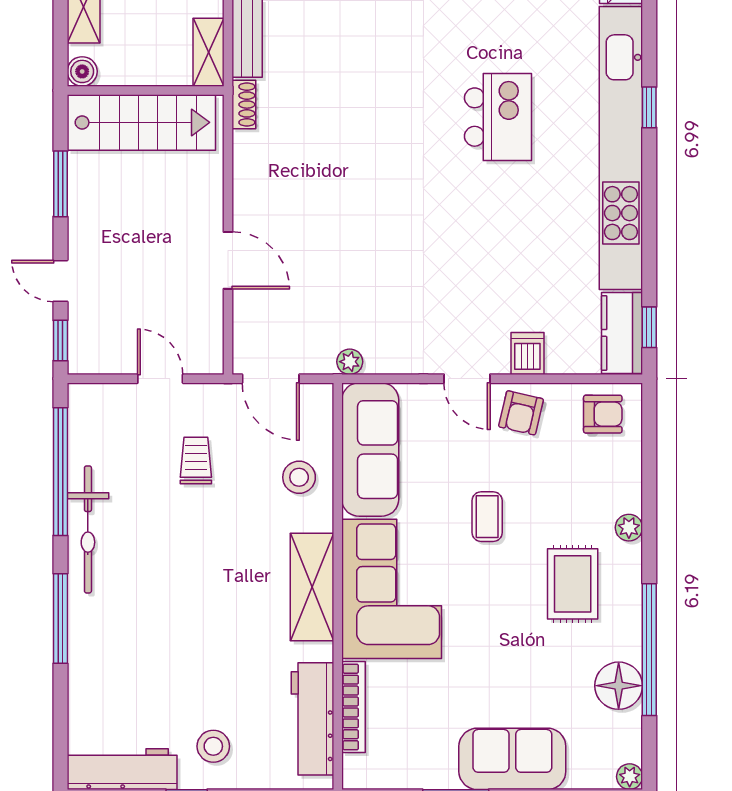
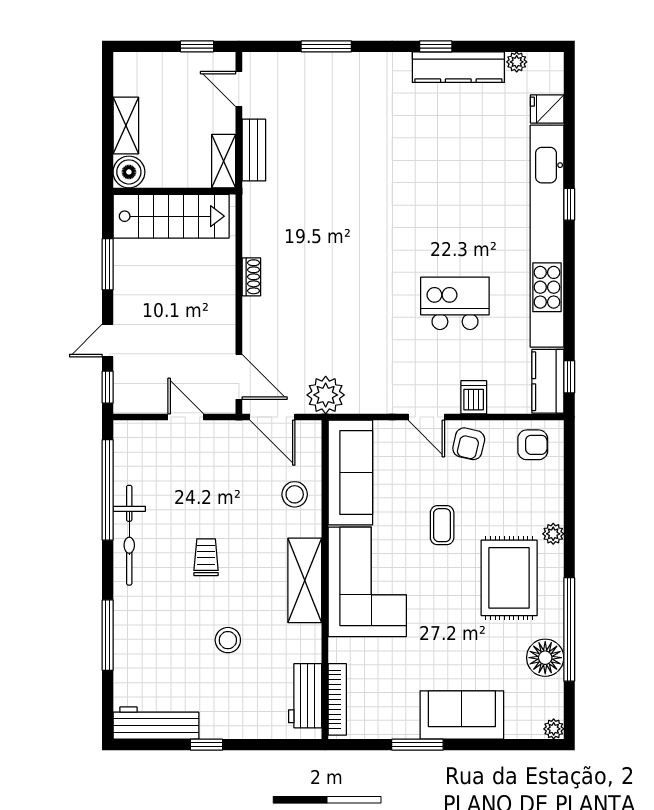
boiler: (82, 71) -> (129, 172), width x1.36, depth x1.36
shoe rack: (244, 105) -> (251, 277), moved
kitchen island: (498, 117) -> (455, 303), moved, turned -90
door: (228, 260) -> (239, 377), moved
door: (60, 281) -> (108, 340), hinge flipped
plant: (350, 362) -> (326, 395), width x1.87, depth x1.87
trolley: (196, 460) -> (206, 557), moved
rug: (573, 584) -> (509, 578), width x1.36, depth x1.43
window: (60, 619) -> (108, 635), moved
bookcase: (353, 707) -> (337, 699), moved
workbench: (312, 719) -> (305, 696), width x0.73
stool: (213, 746) -> (228, 640), moved

